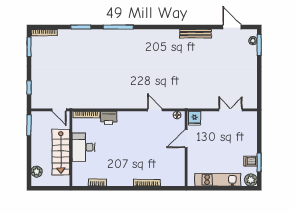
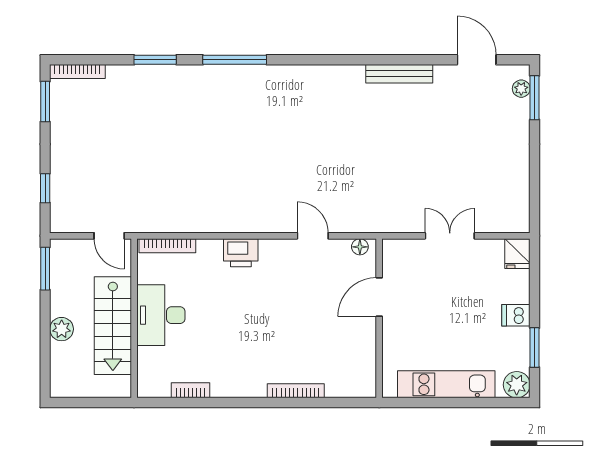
double door: (230, 110) -> (450, 236), moved
printer: (109, 118) -> (241, 253), moved
fridge: (195, 118) -> (517, 254), moved
dishwasher: (250, 161) -> (516, 315), moved
plant: (37, 172) -> (62, 329), moved

